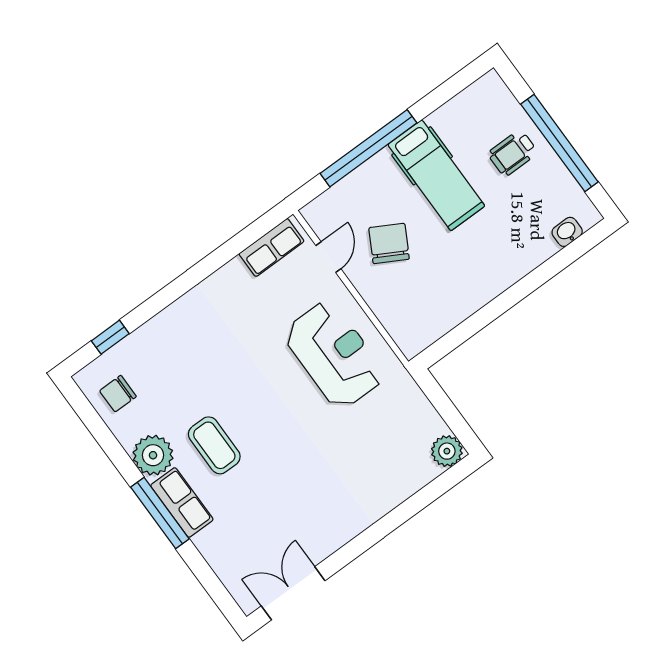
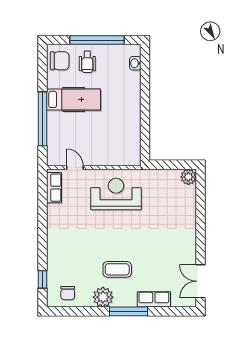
chair: (389, 243) -> (60, 61), moved, turned 151
row of seats: (182, 502) -> (154, 299), moved

